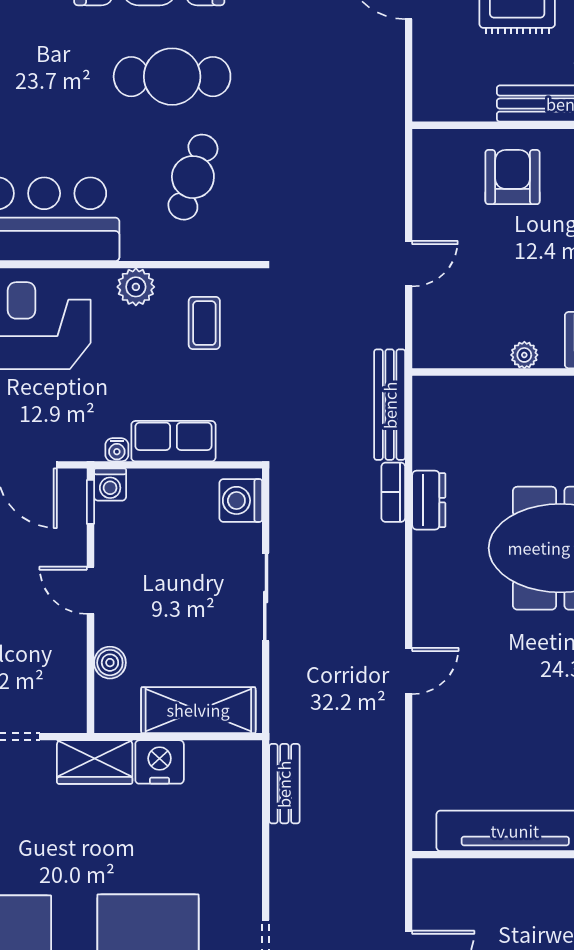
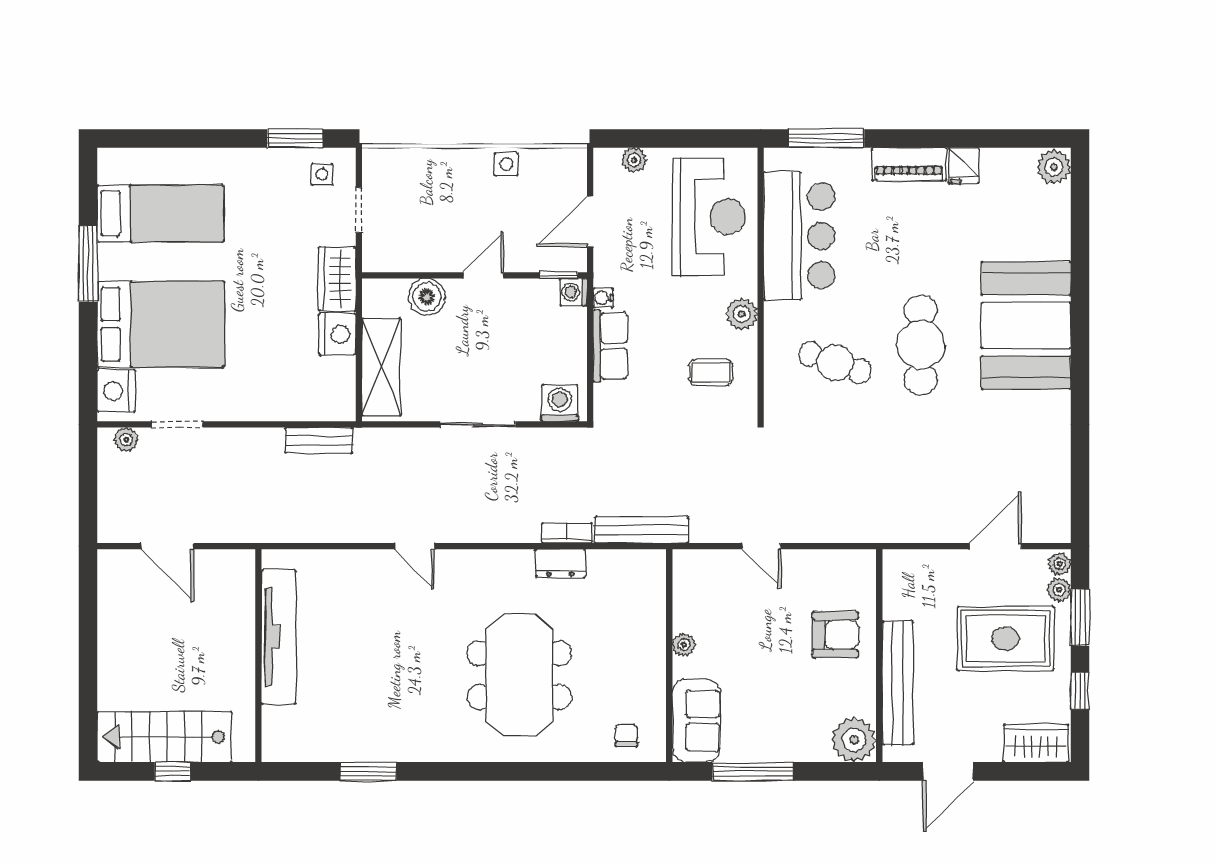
boiler: (110, 663) -> (427, 297), width x1.36, depth x1.36

